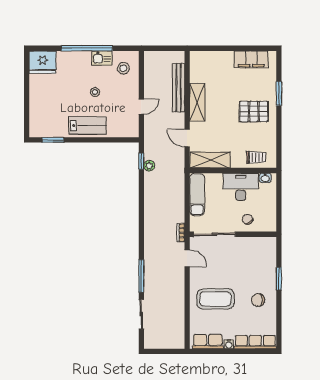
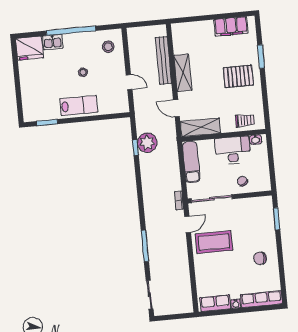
kitchen sink: (102, 58) -> (53, 42), moved
door: (141, 107) -> (129, 82), hinge flipped
window: (141, 161) -> (135, 148), moved
plant: (149, 166) -> (147, 143), width x1.88, depth x1.88
door: (187, 258) -> (188, 224), hinge flipped
window: (279, 278) -> (277, 219), moved
coffee table: (215, 299) -> (214, 242), moved
sliding door: (141, 314) -> (150, 295), moved

